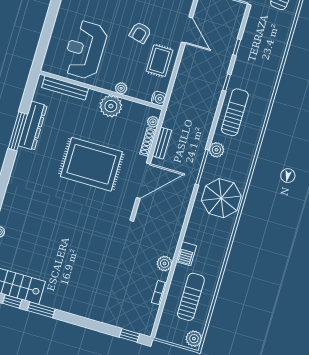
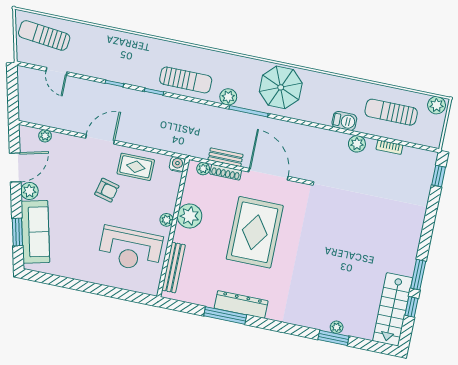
plant: (121, 88) -> (166, 220), moved
sun lounger: (235, 112) -> (186, 80), turned 180
dresser: (33, 126) -> (241, 304), moved

